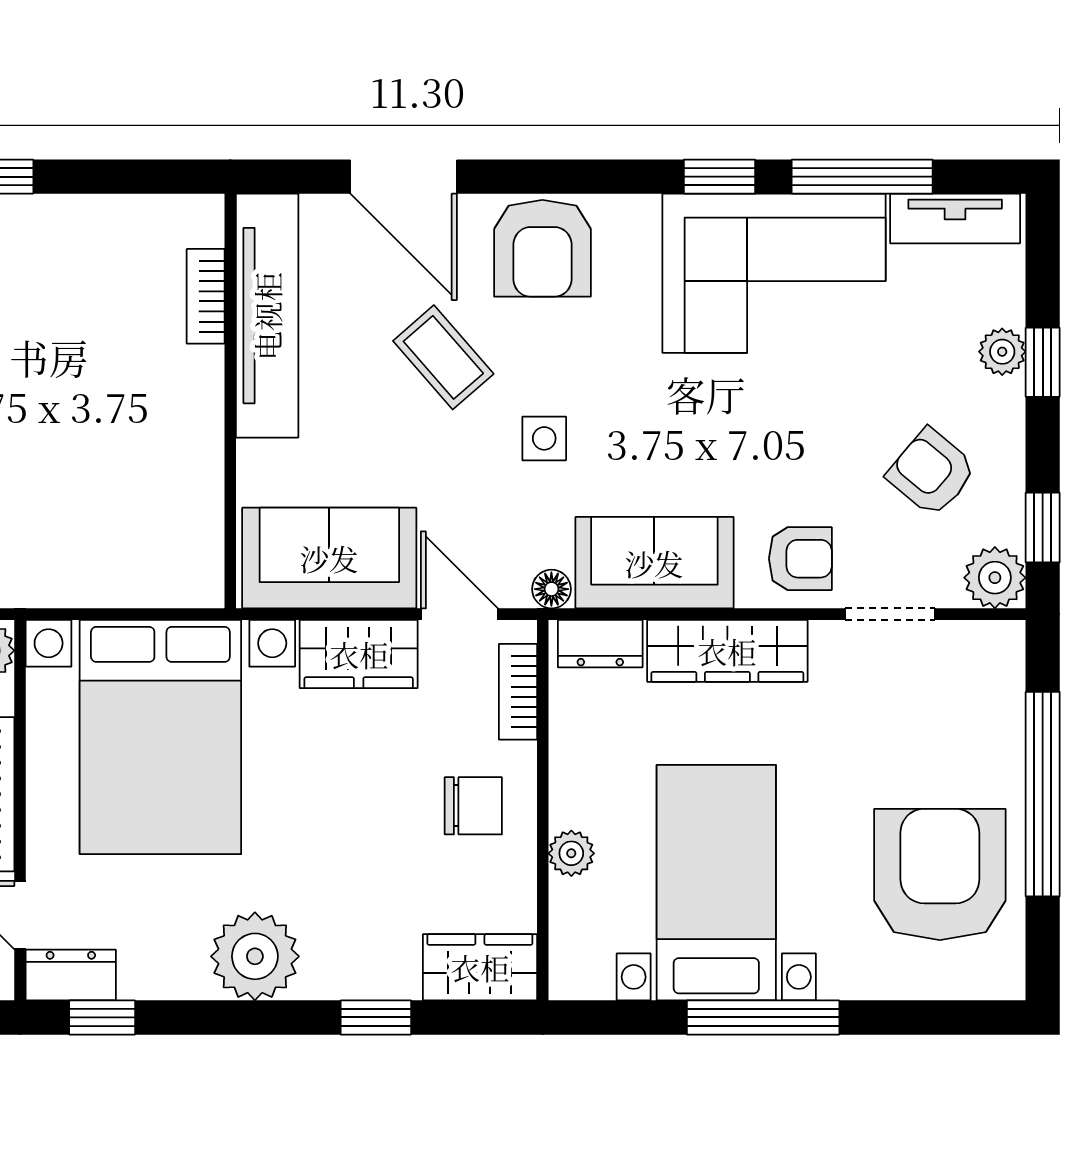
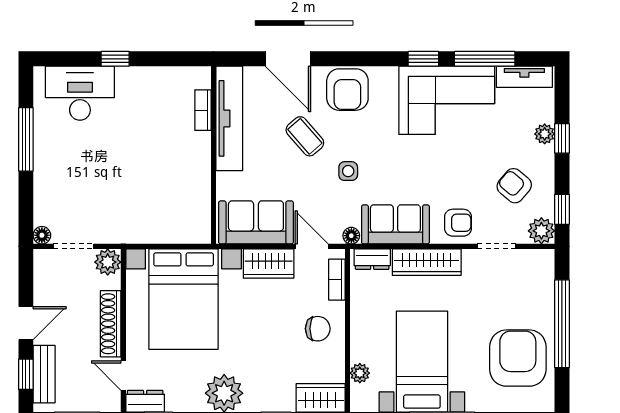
plant: (571, 853) -> (360, 373), moved

